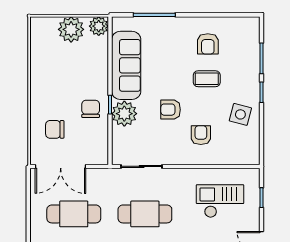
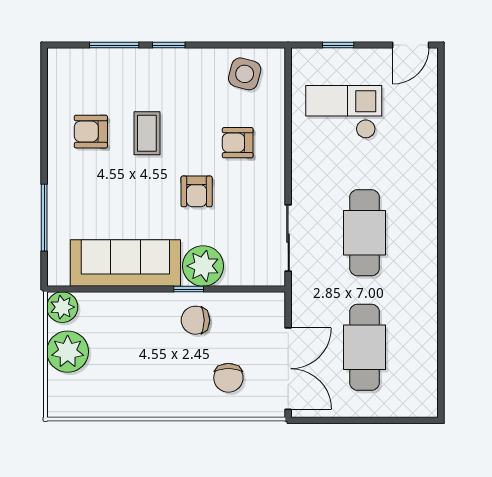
armchair: (208, 44) -> (91, 132), turned 180
side table: (240, 114) -> (245, 74), moved
checkout: (220, 201) -> (344, 112), turned 90

